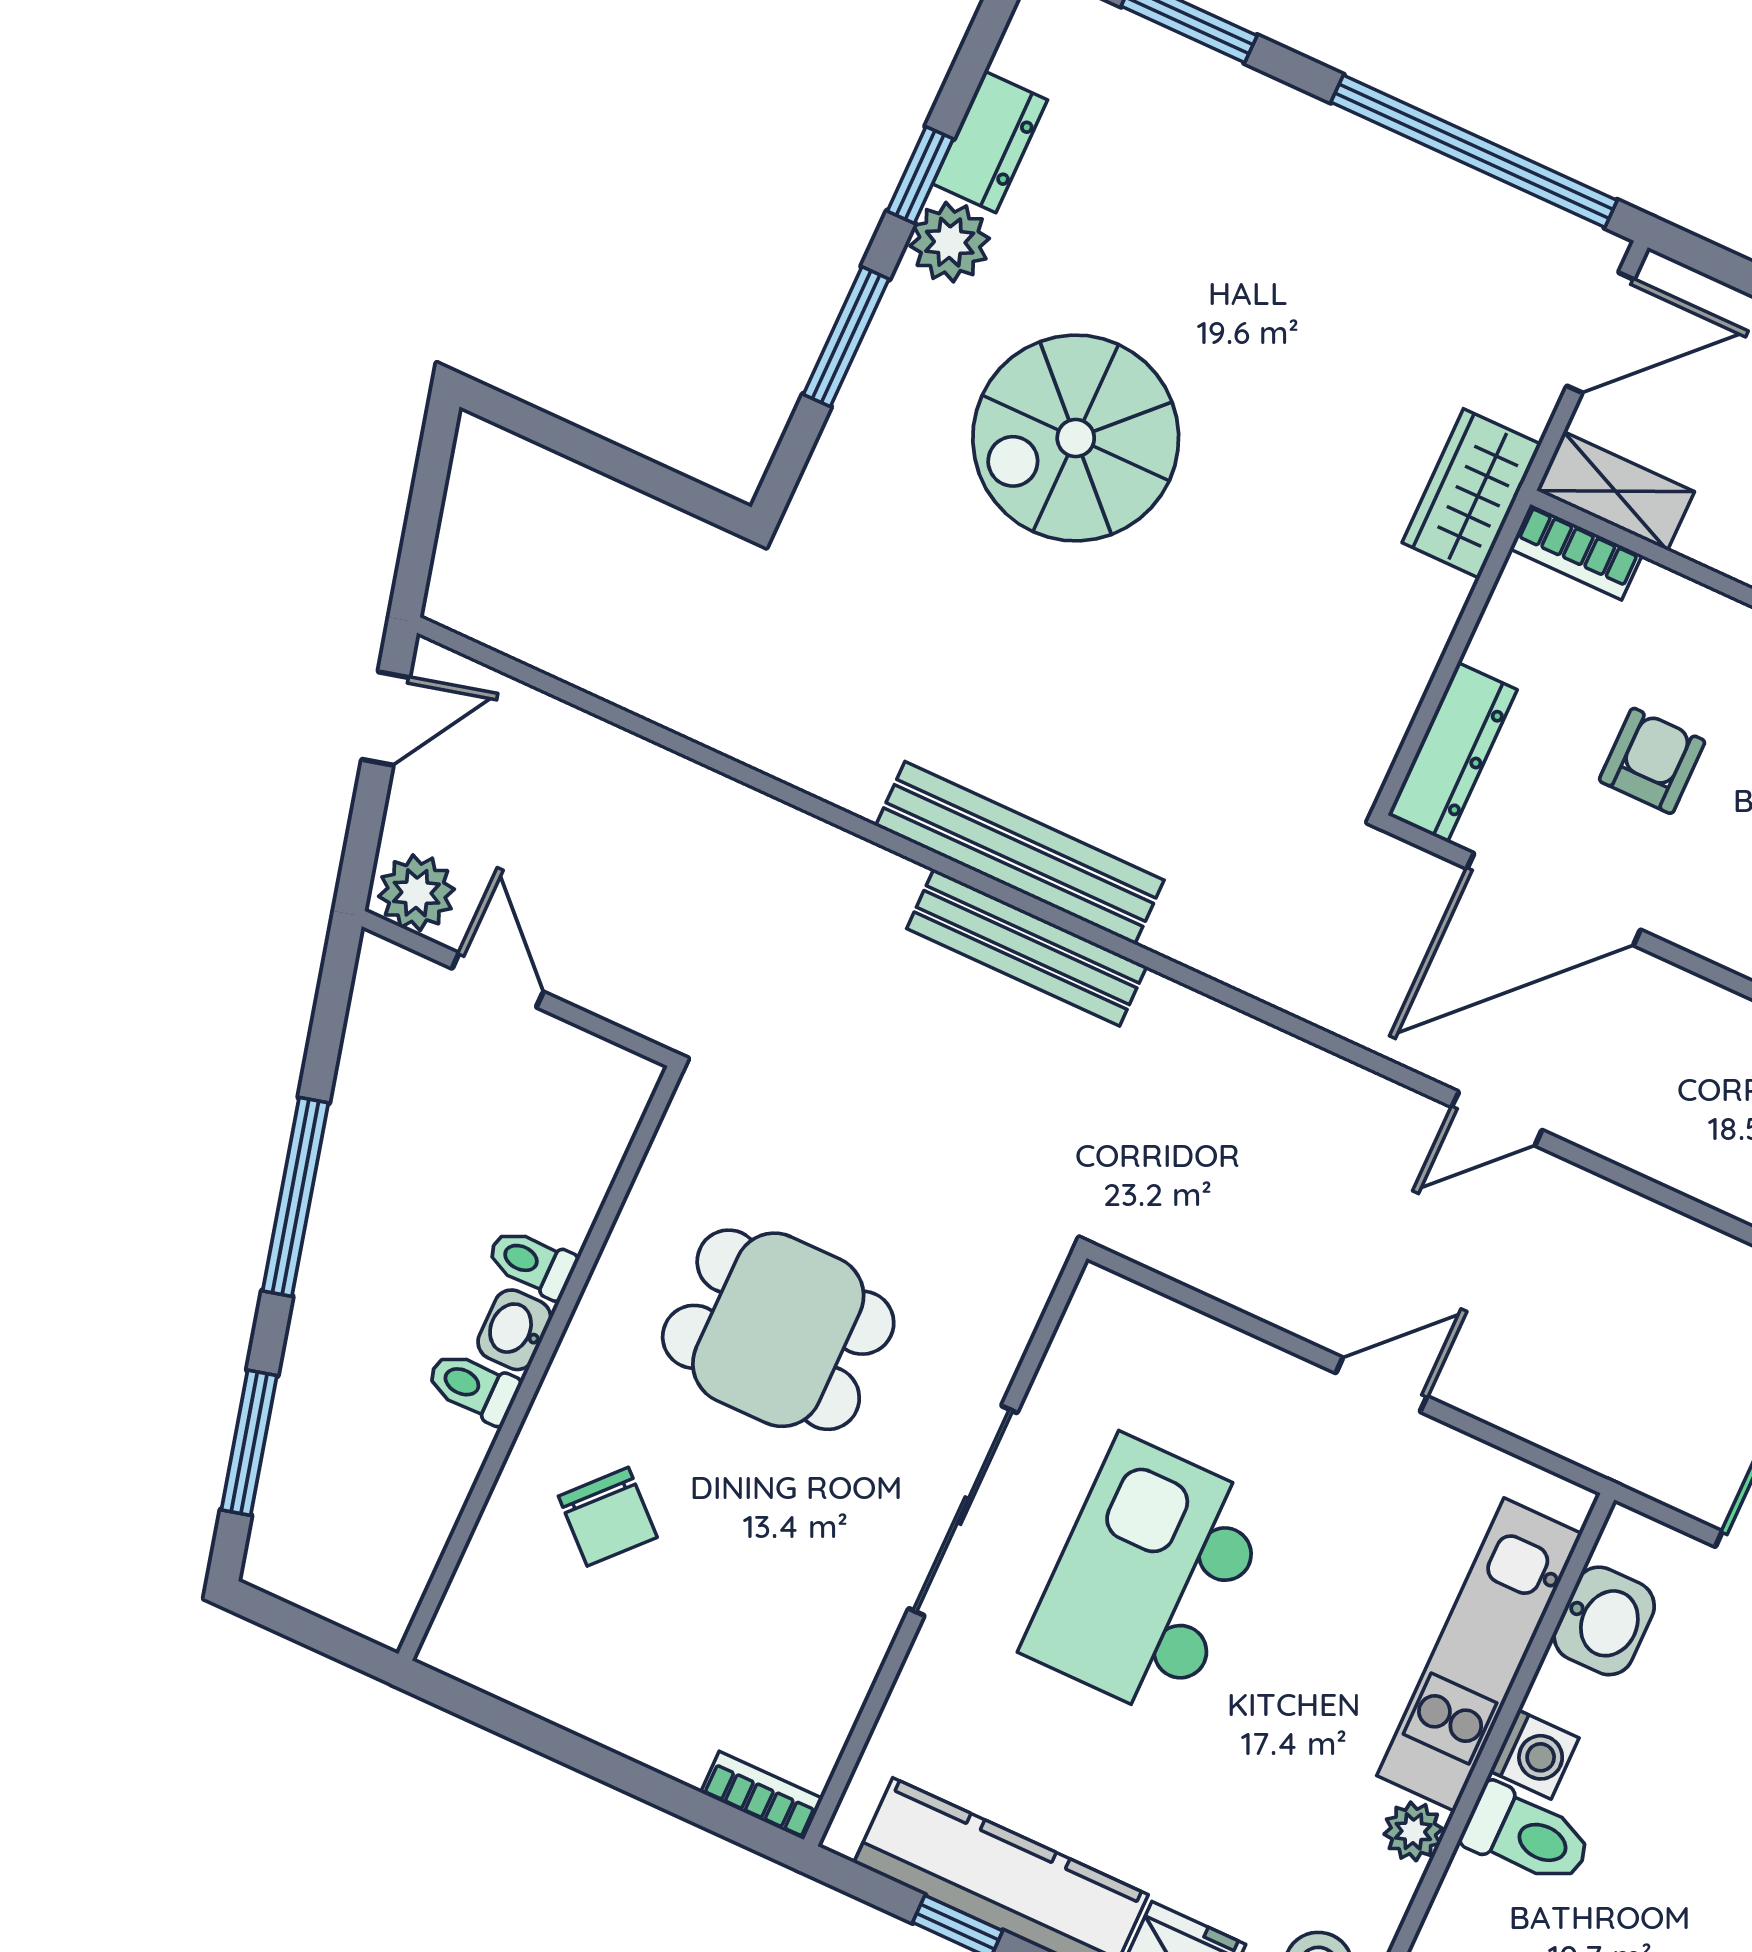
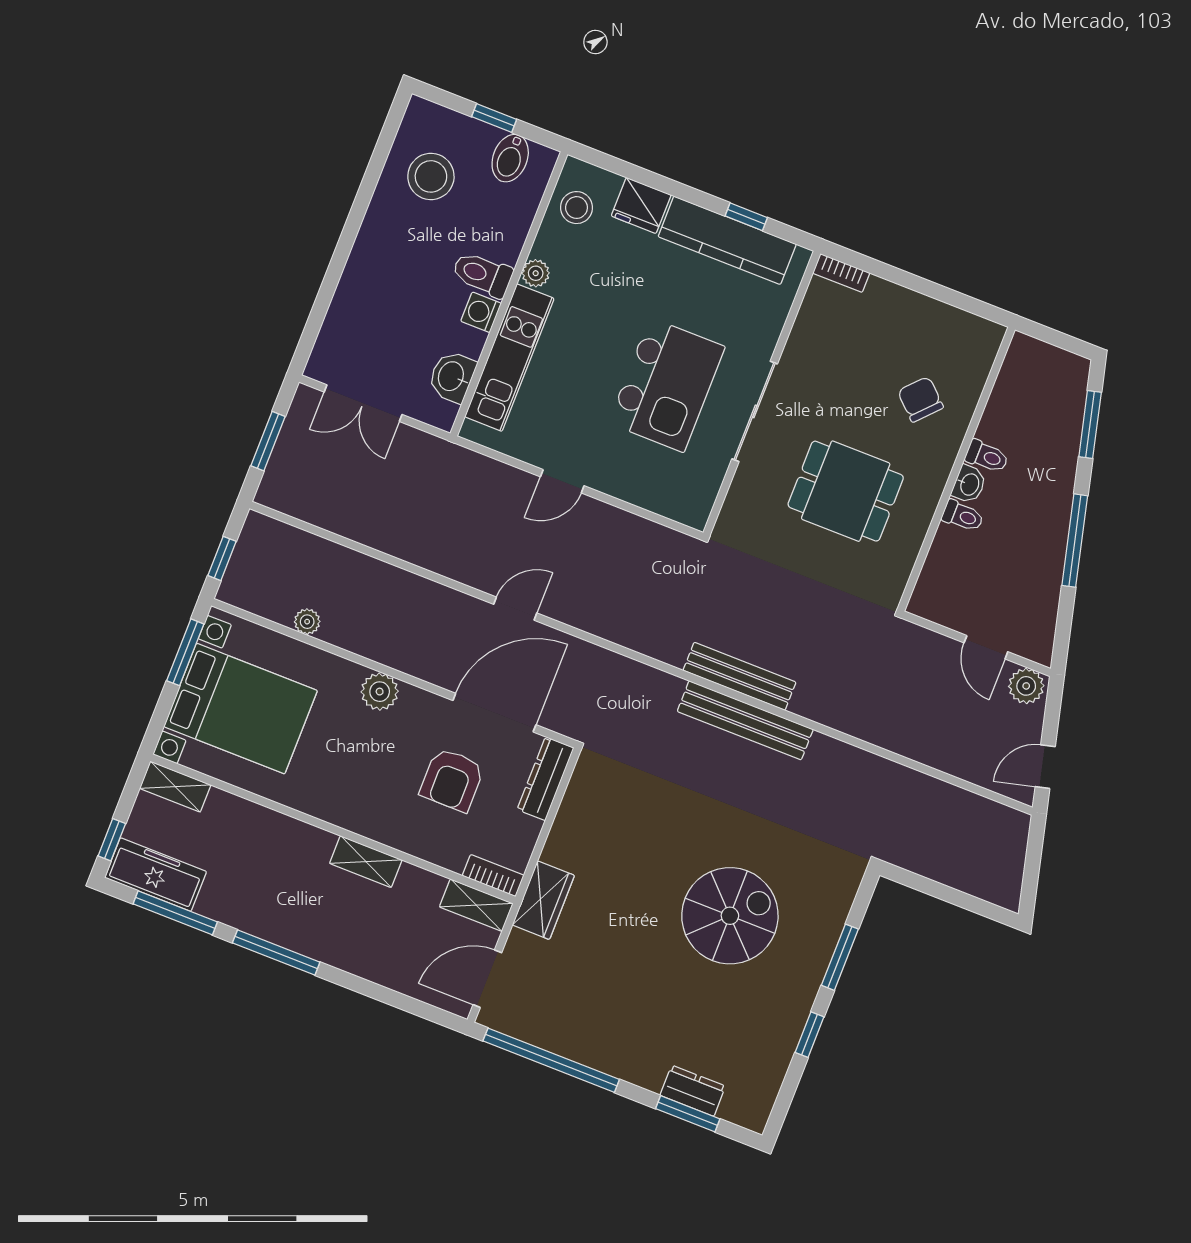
dresser: (990, 142) -> (693, 1091), moved, turned 90
plant: (950, 242) -> (794, 1004), removed
armchair: (1652, 761) -> (452, 780), width x1.38, depth x1.38

